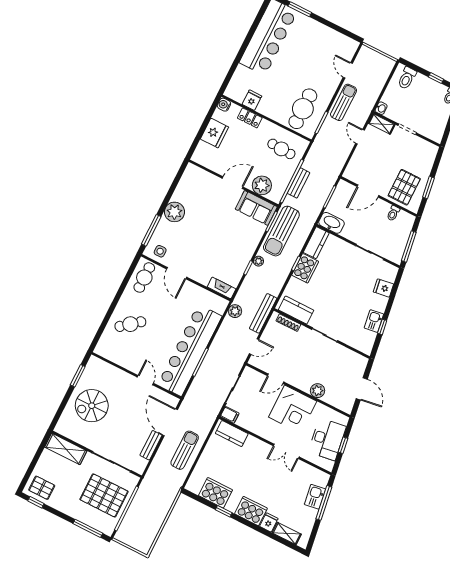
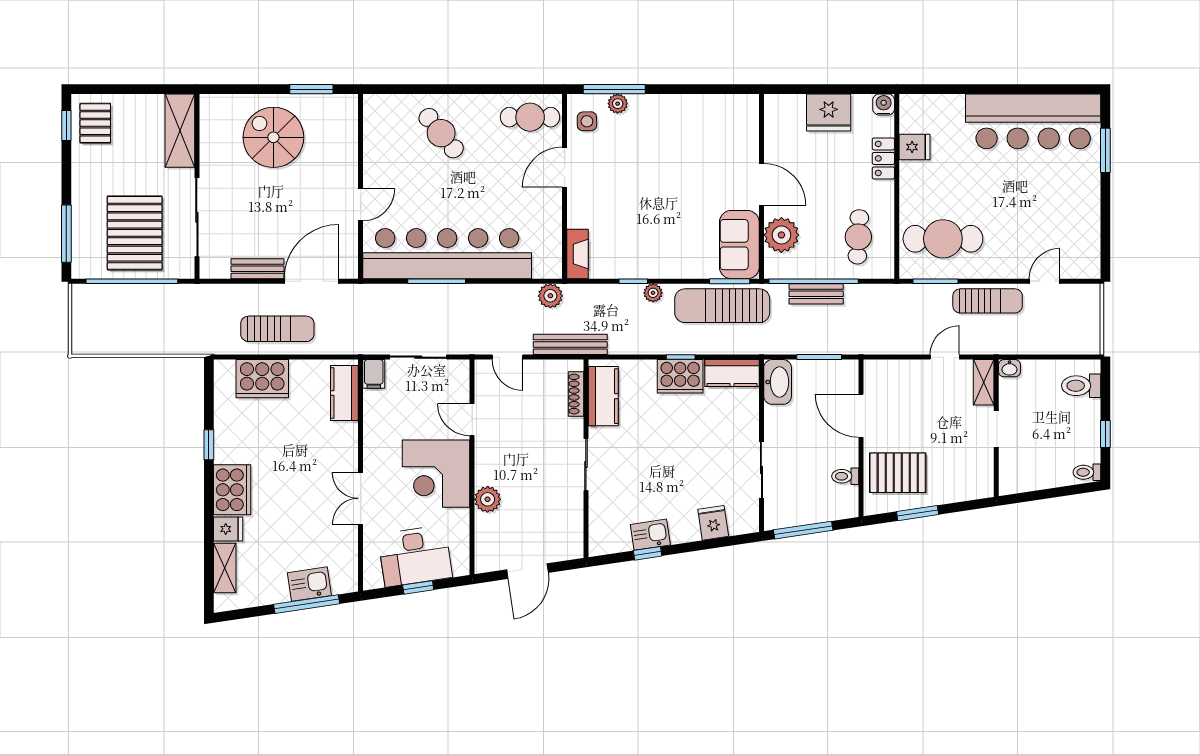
plant: (174, 212) -> (618, 104), moved, width x0.53, depth x0.53
cooker: (216, 493) -> (262, 379), moved, turned 90

